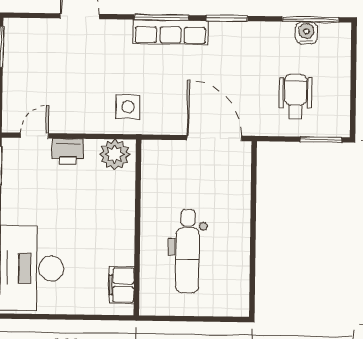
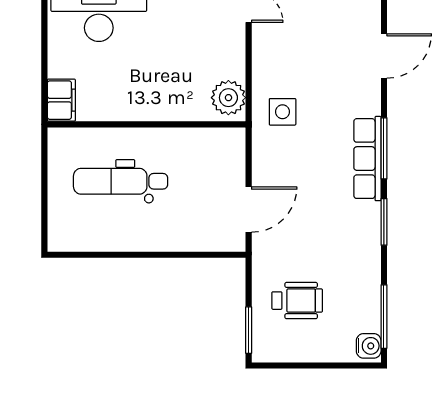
water cooler: (306, 33) -> (369, 346), moved
door: (214, 138) -> (249, 210), width x0.73
printer: (68, 151) -> (231, 45), removed
filing cabinet: (122, 285) -> (61, 100), moved, turned 90

